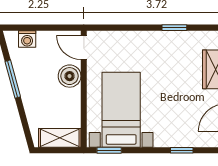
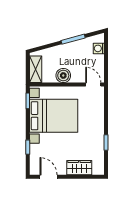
door: (84, 48) -> (93, 85), hinge flipped
boiler: (70, 76) -> (63, 76), moved
bed with nightstands: (121, 110) -> (54, 116), width x1.36

